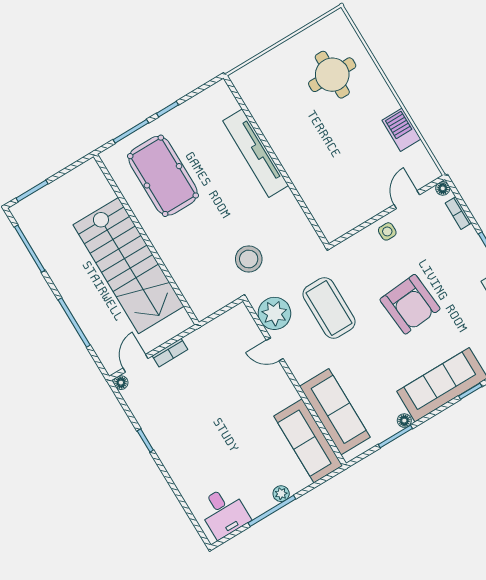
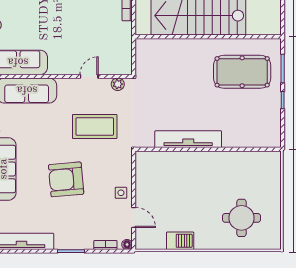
tv unit: (256, 153) -> (188, 139), moved
stool: (249, 259) -> (157, 94), removed
plant: (274, 313) -> (118, 84), width x0.53, depth x0.53

